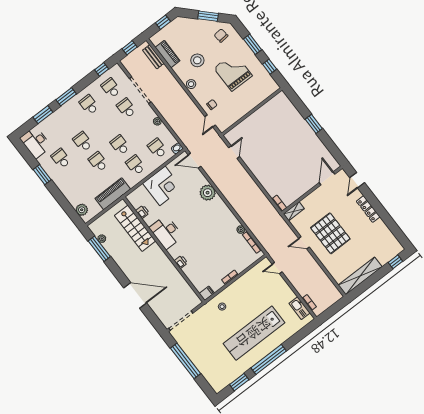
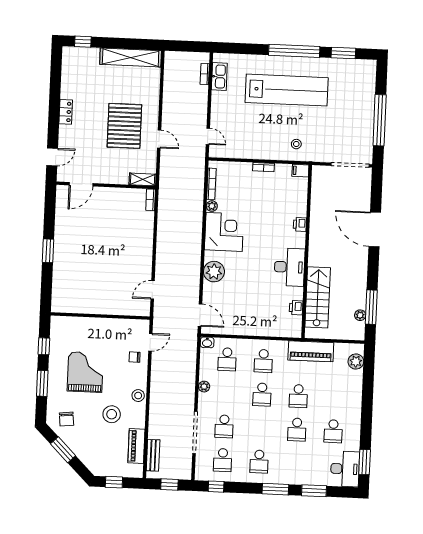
grand piano: (233, 72) -> (85, 372), turned 180
window: (42, 175) -> (365, 462), moved
corner desk: (162, 186) -> (224, 232), moved, turned 90
locker: (368, 209) -> (66, 112), width x0.66

